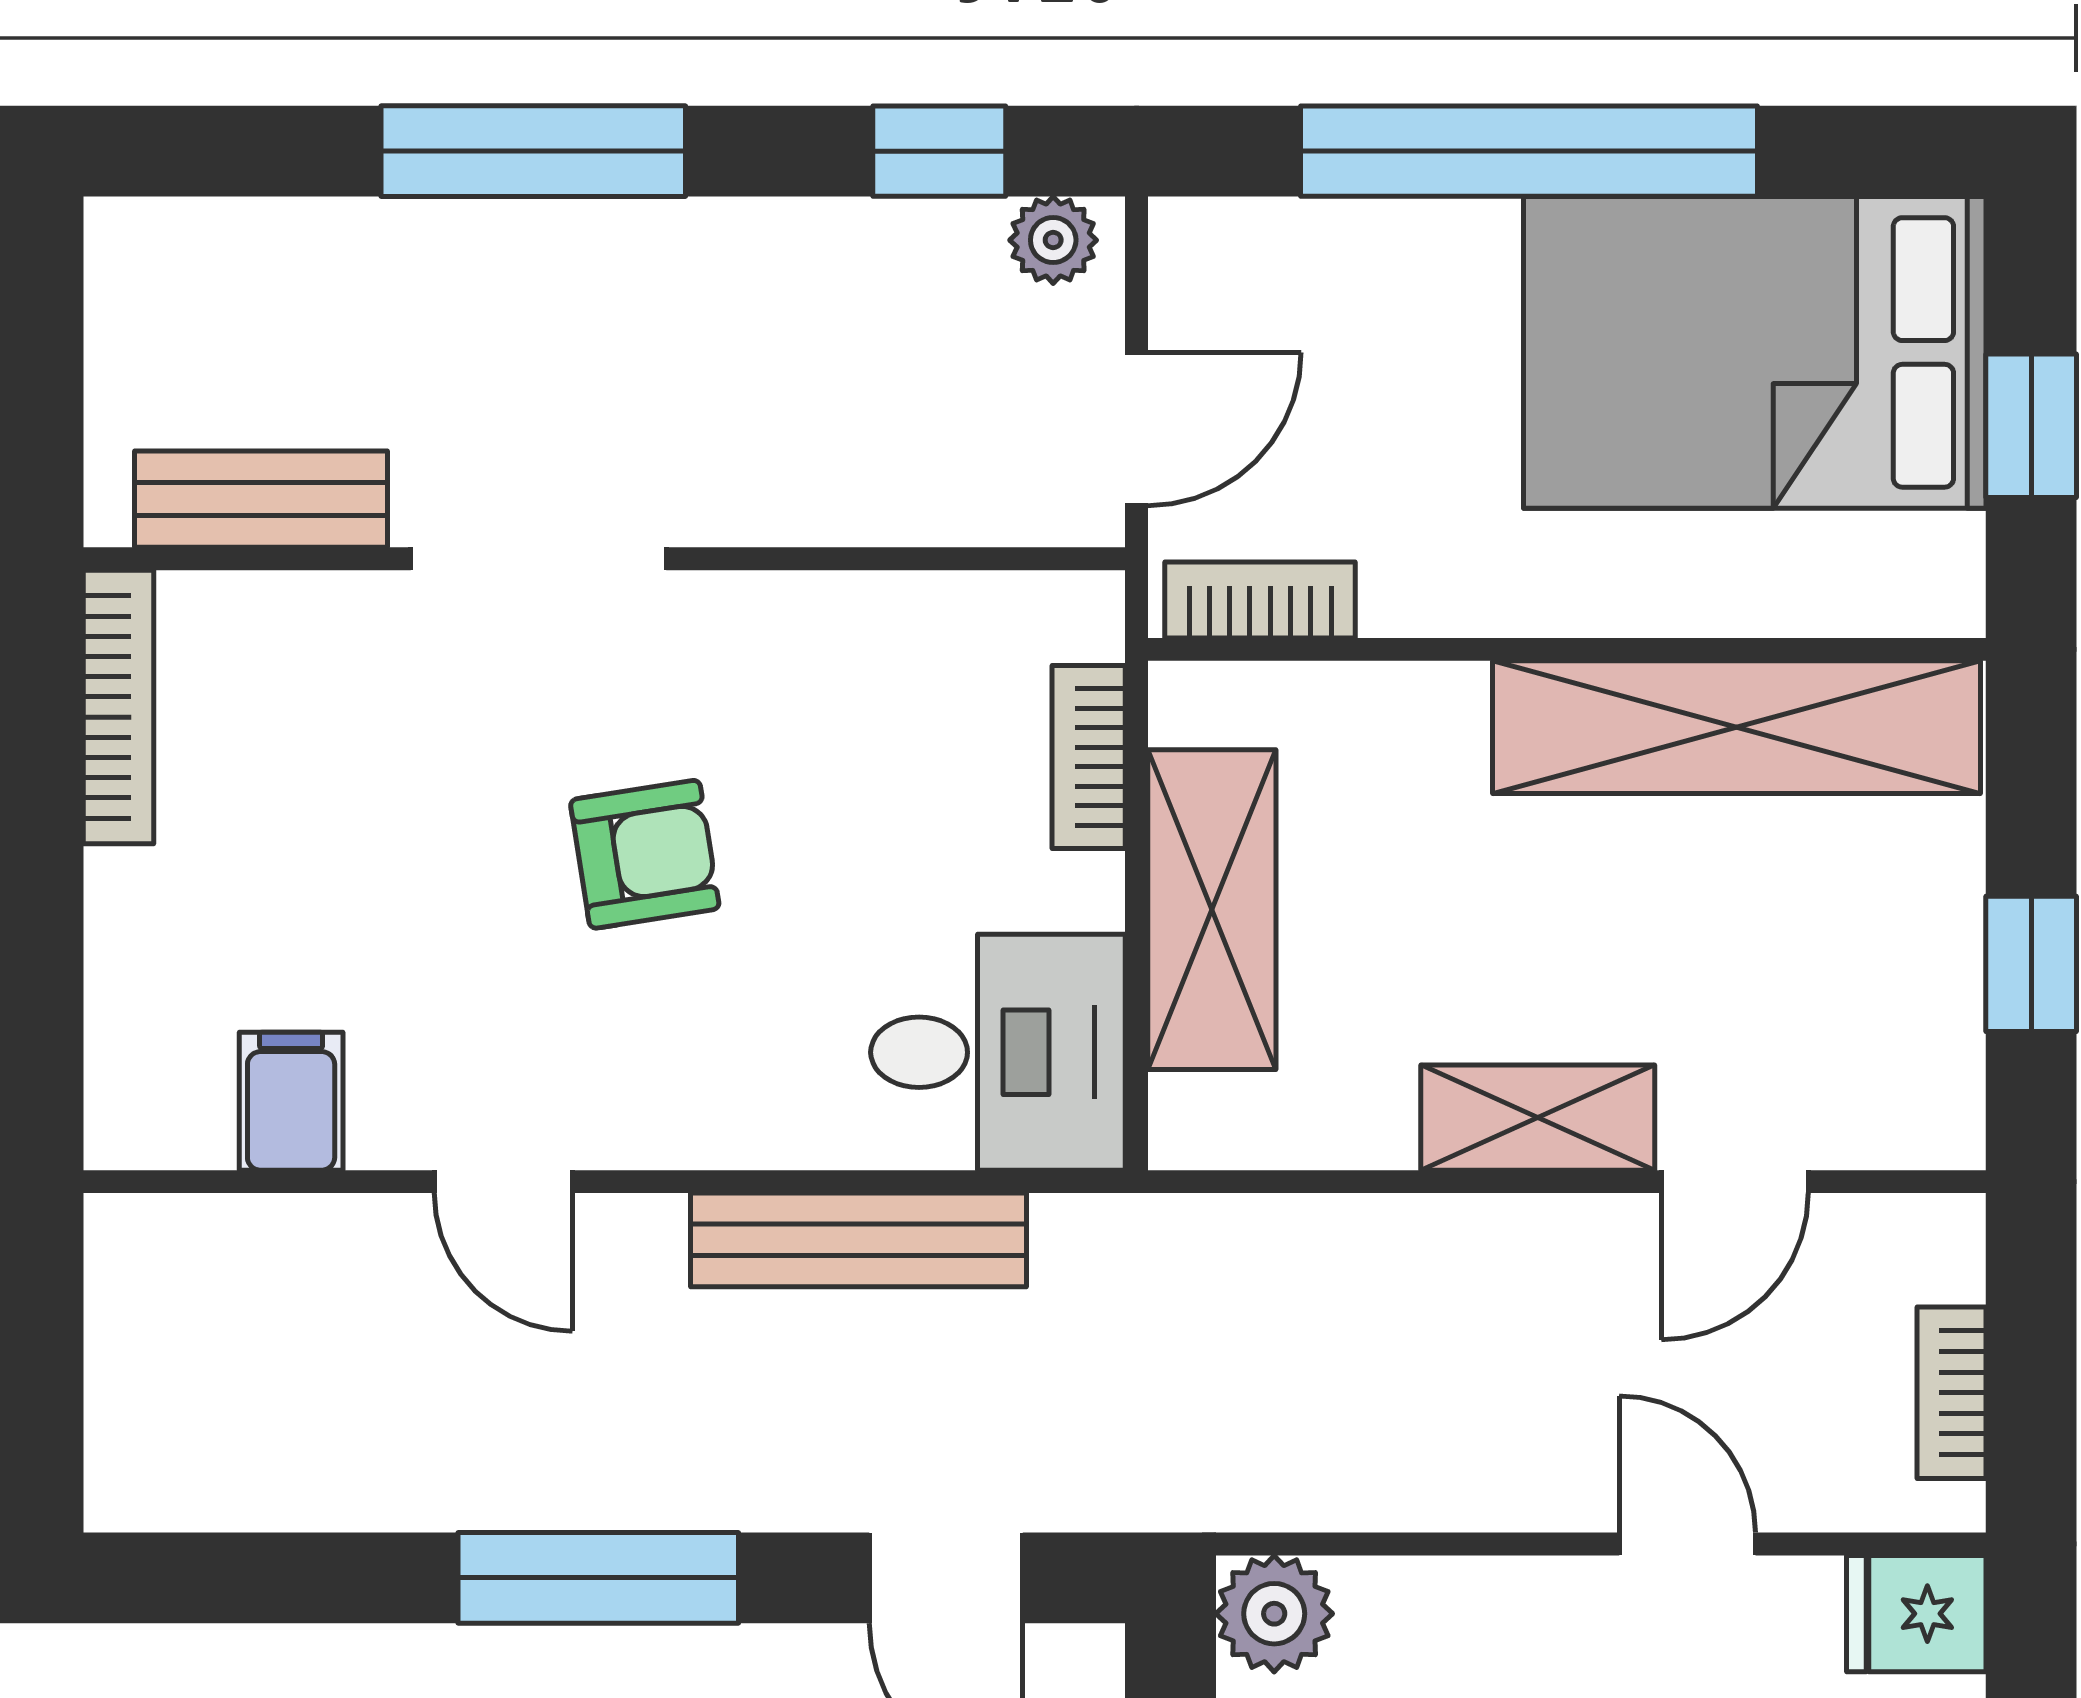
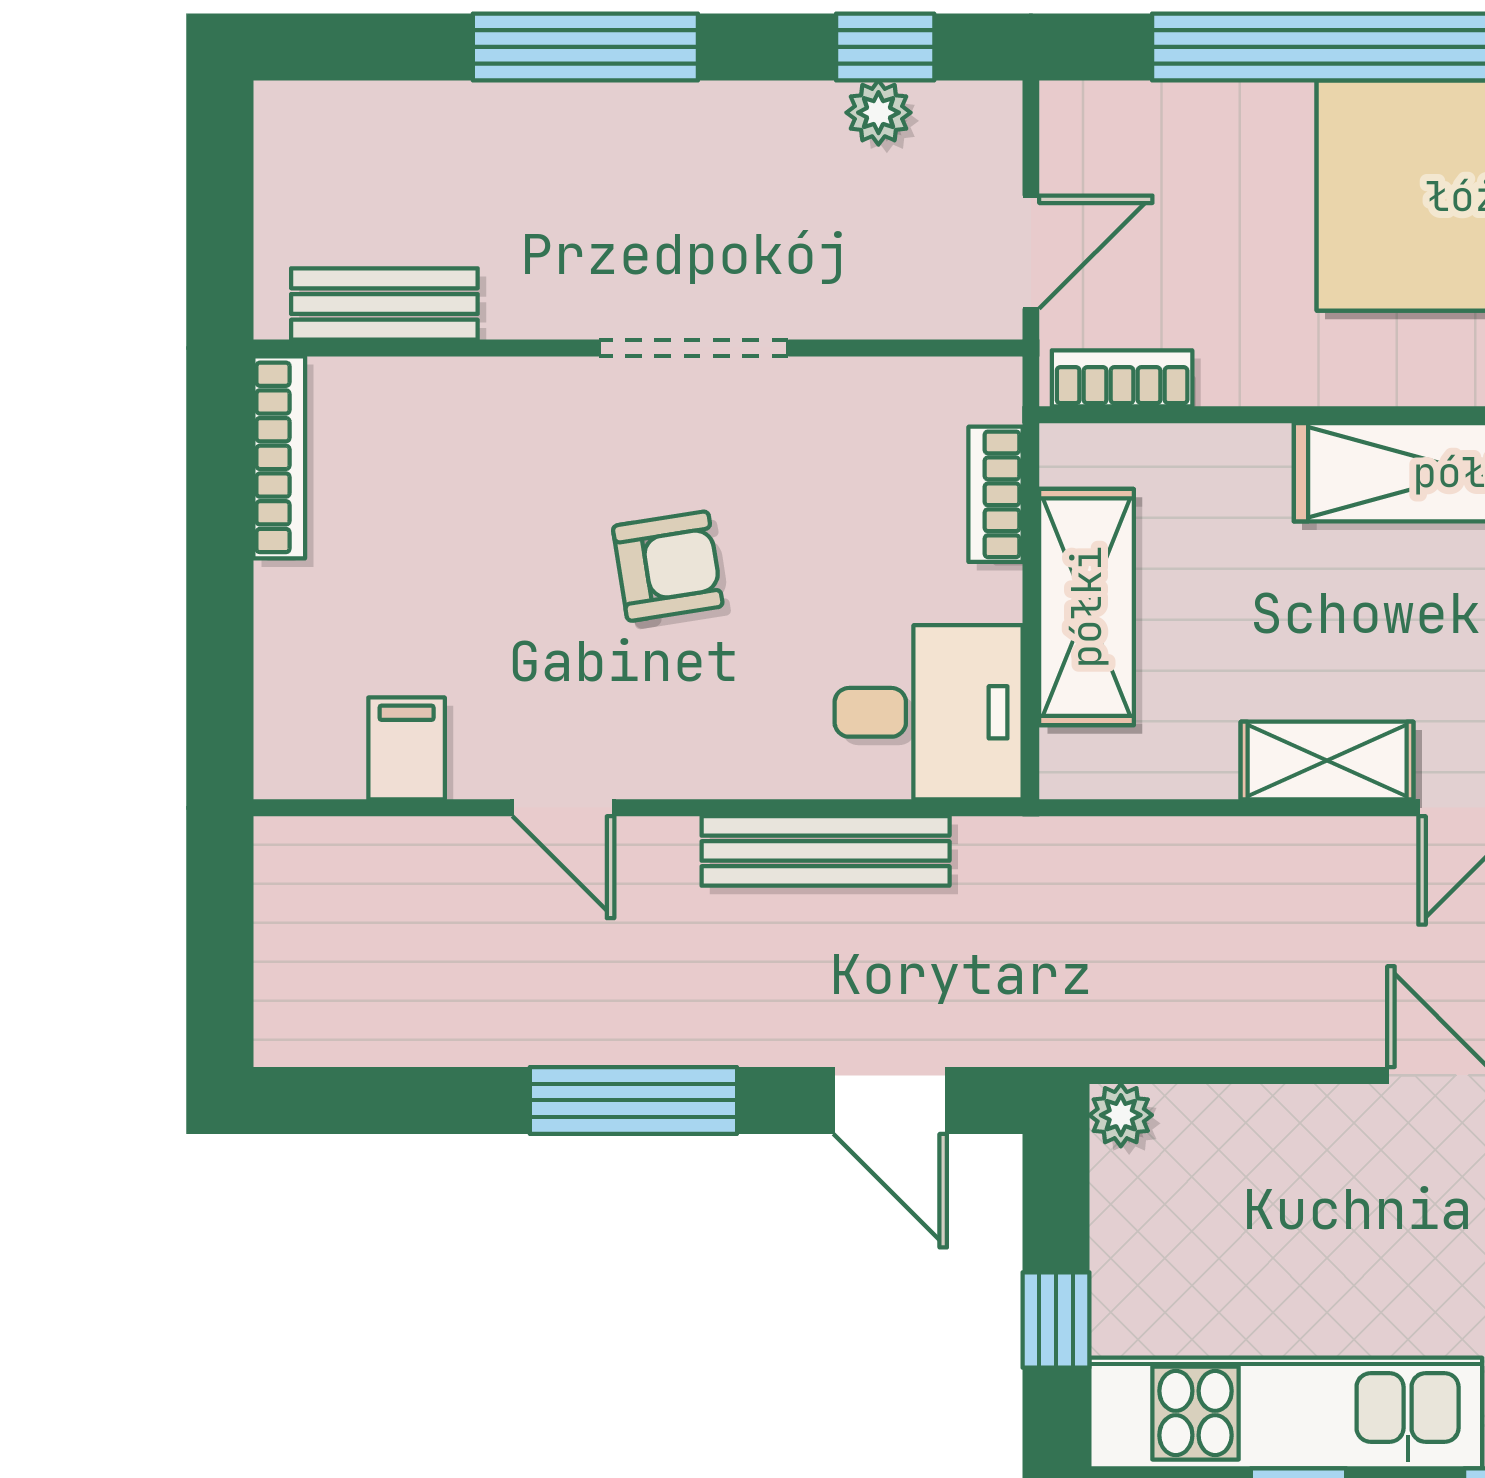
plant: (1053, 240) -> (878, 113), moved
doorway: (538, 559) -> (694, 348), moved
plant: (1274, 1614) -> (1121, 1115), width x0.73, depth x0.73

